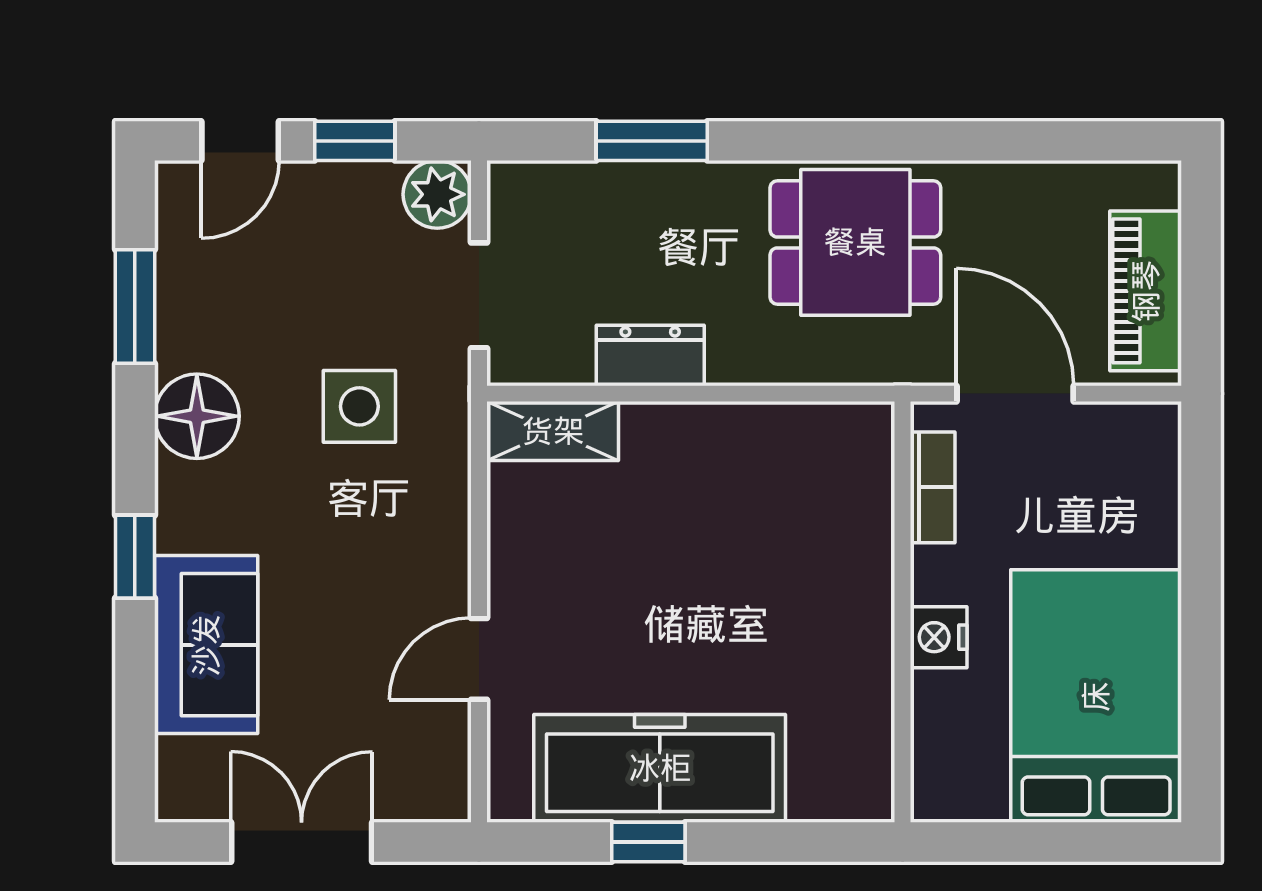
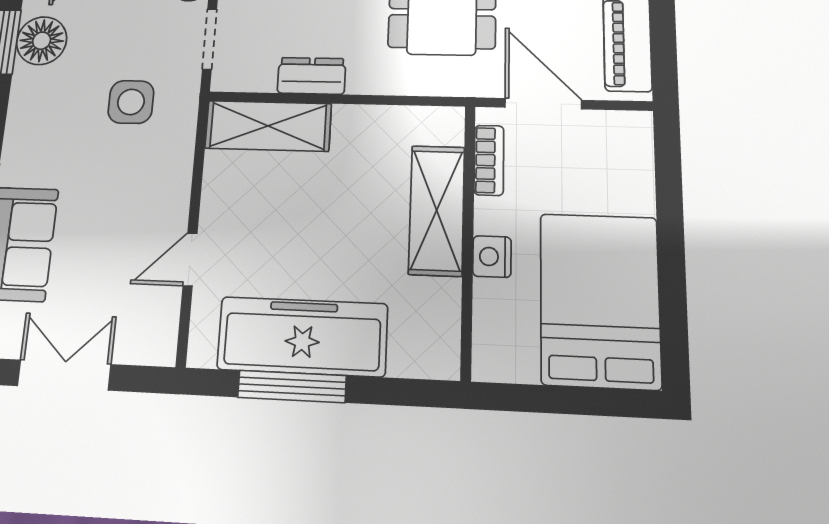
floor lamp: (197, 416) -> (42, 41), moved
shelving: (553, 431) -> (268, 126), width x1.50, depth x1.33
shelving: (854, 569) -> (437, 210), added
window: (648, 842) -> (292, 386), width x2.17

